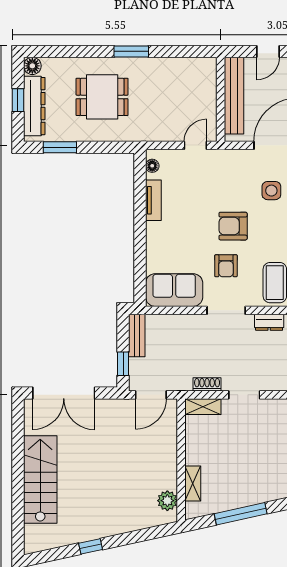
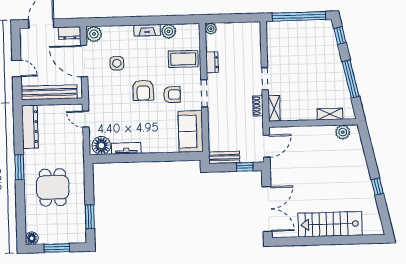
window: (18, 100) -> (57, 248), width x1.50
dresser: (34, 106) -> (30, 127), moved, turned 90
floor lamp: (152, 166) -> (101, 146), width x1.89, depth x1.89
door: (151, 395) -> (267, 146), hinge flipped

